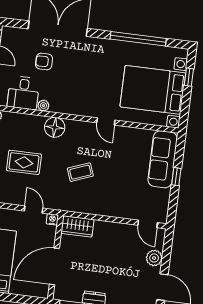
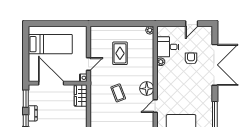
floor lamp: (55, 127) -> (147, 89), moved

